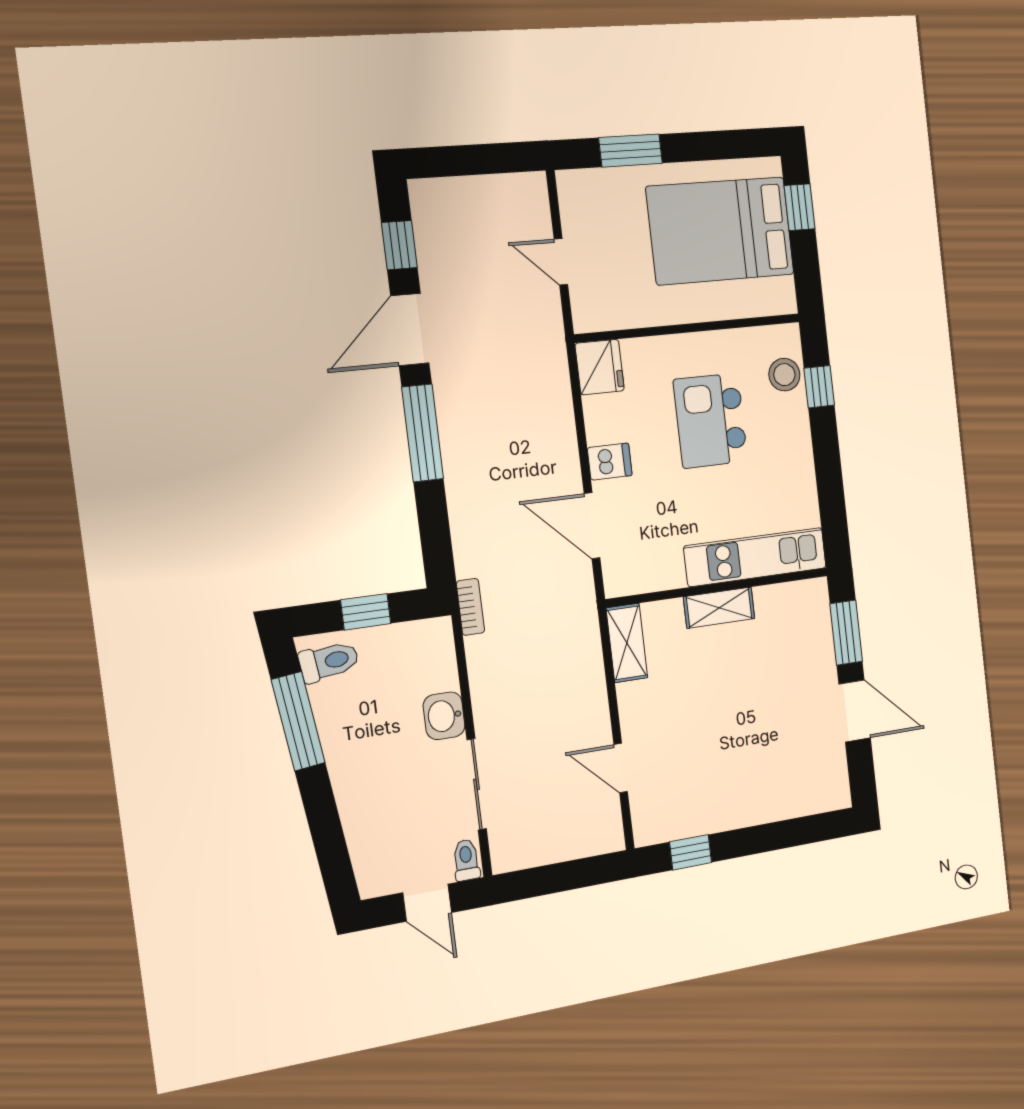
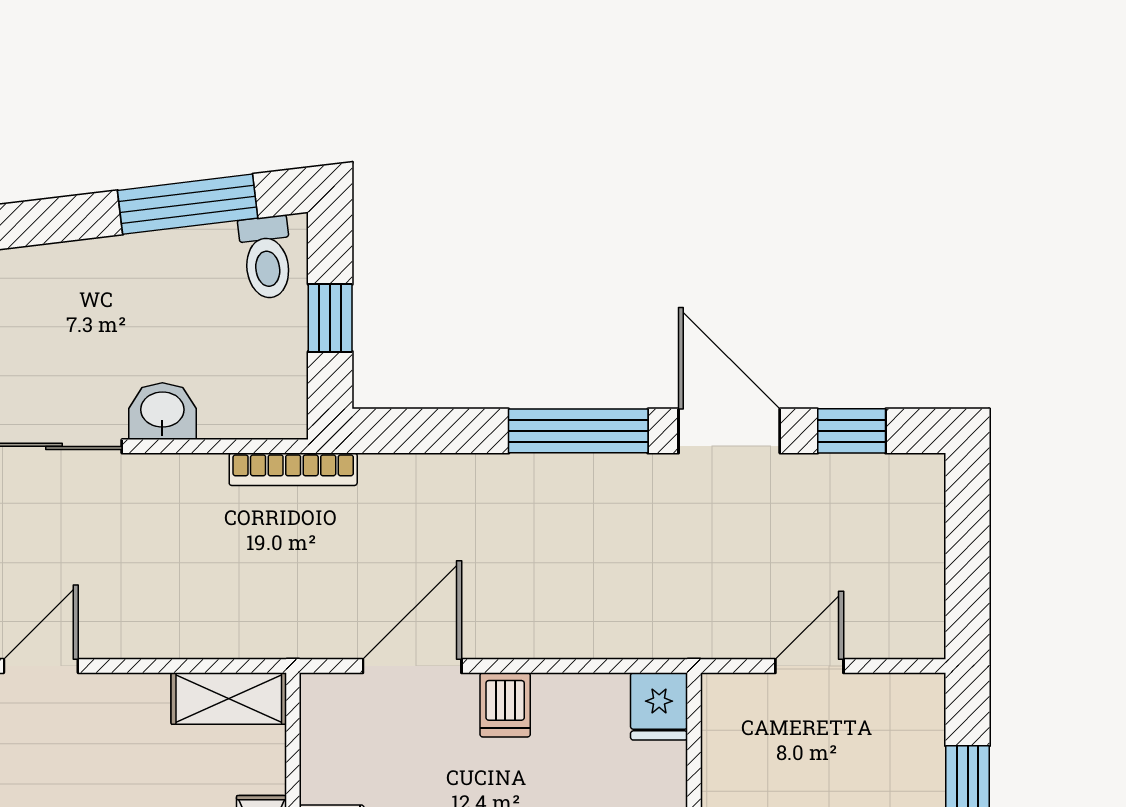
fridge: (600, 367) -> (659, 706), width x0.72
bookcase: (470, 607) -> (293, 469), width x1.56

